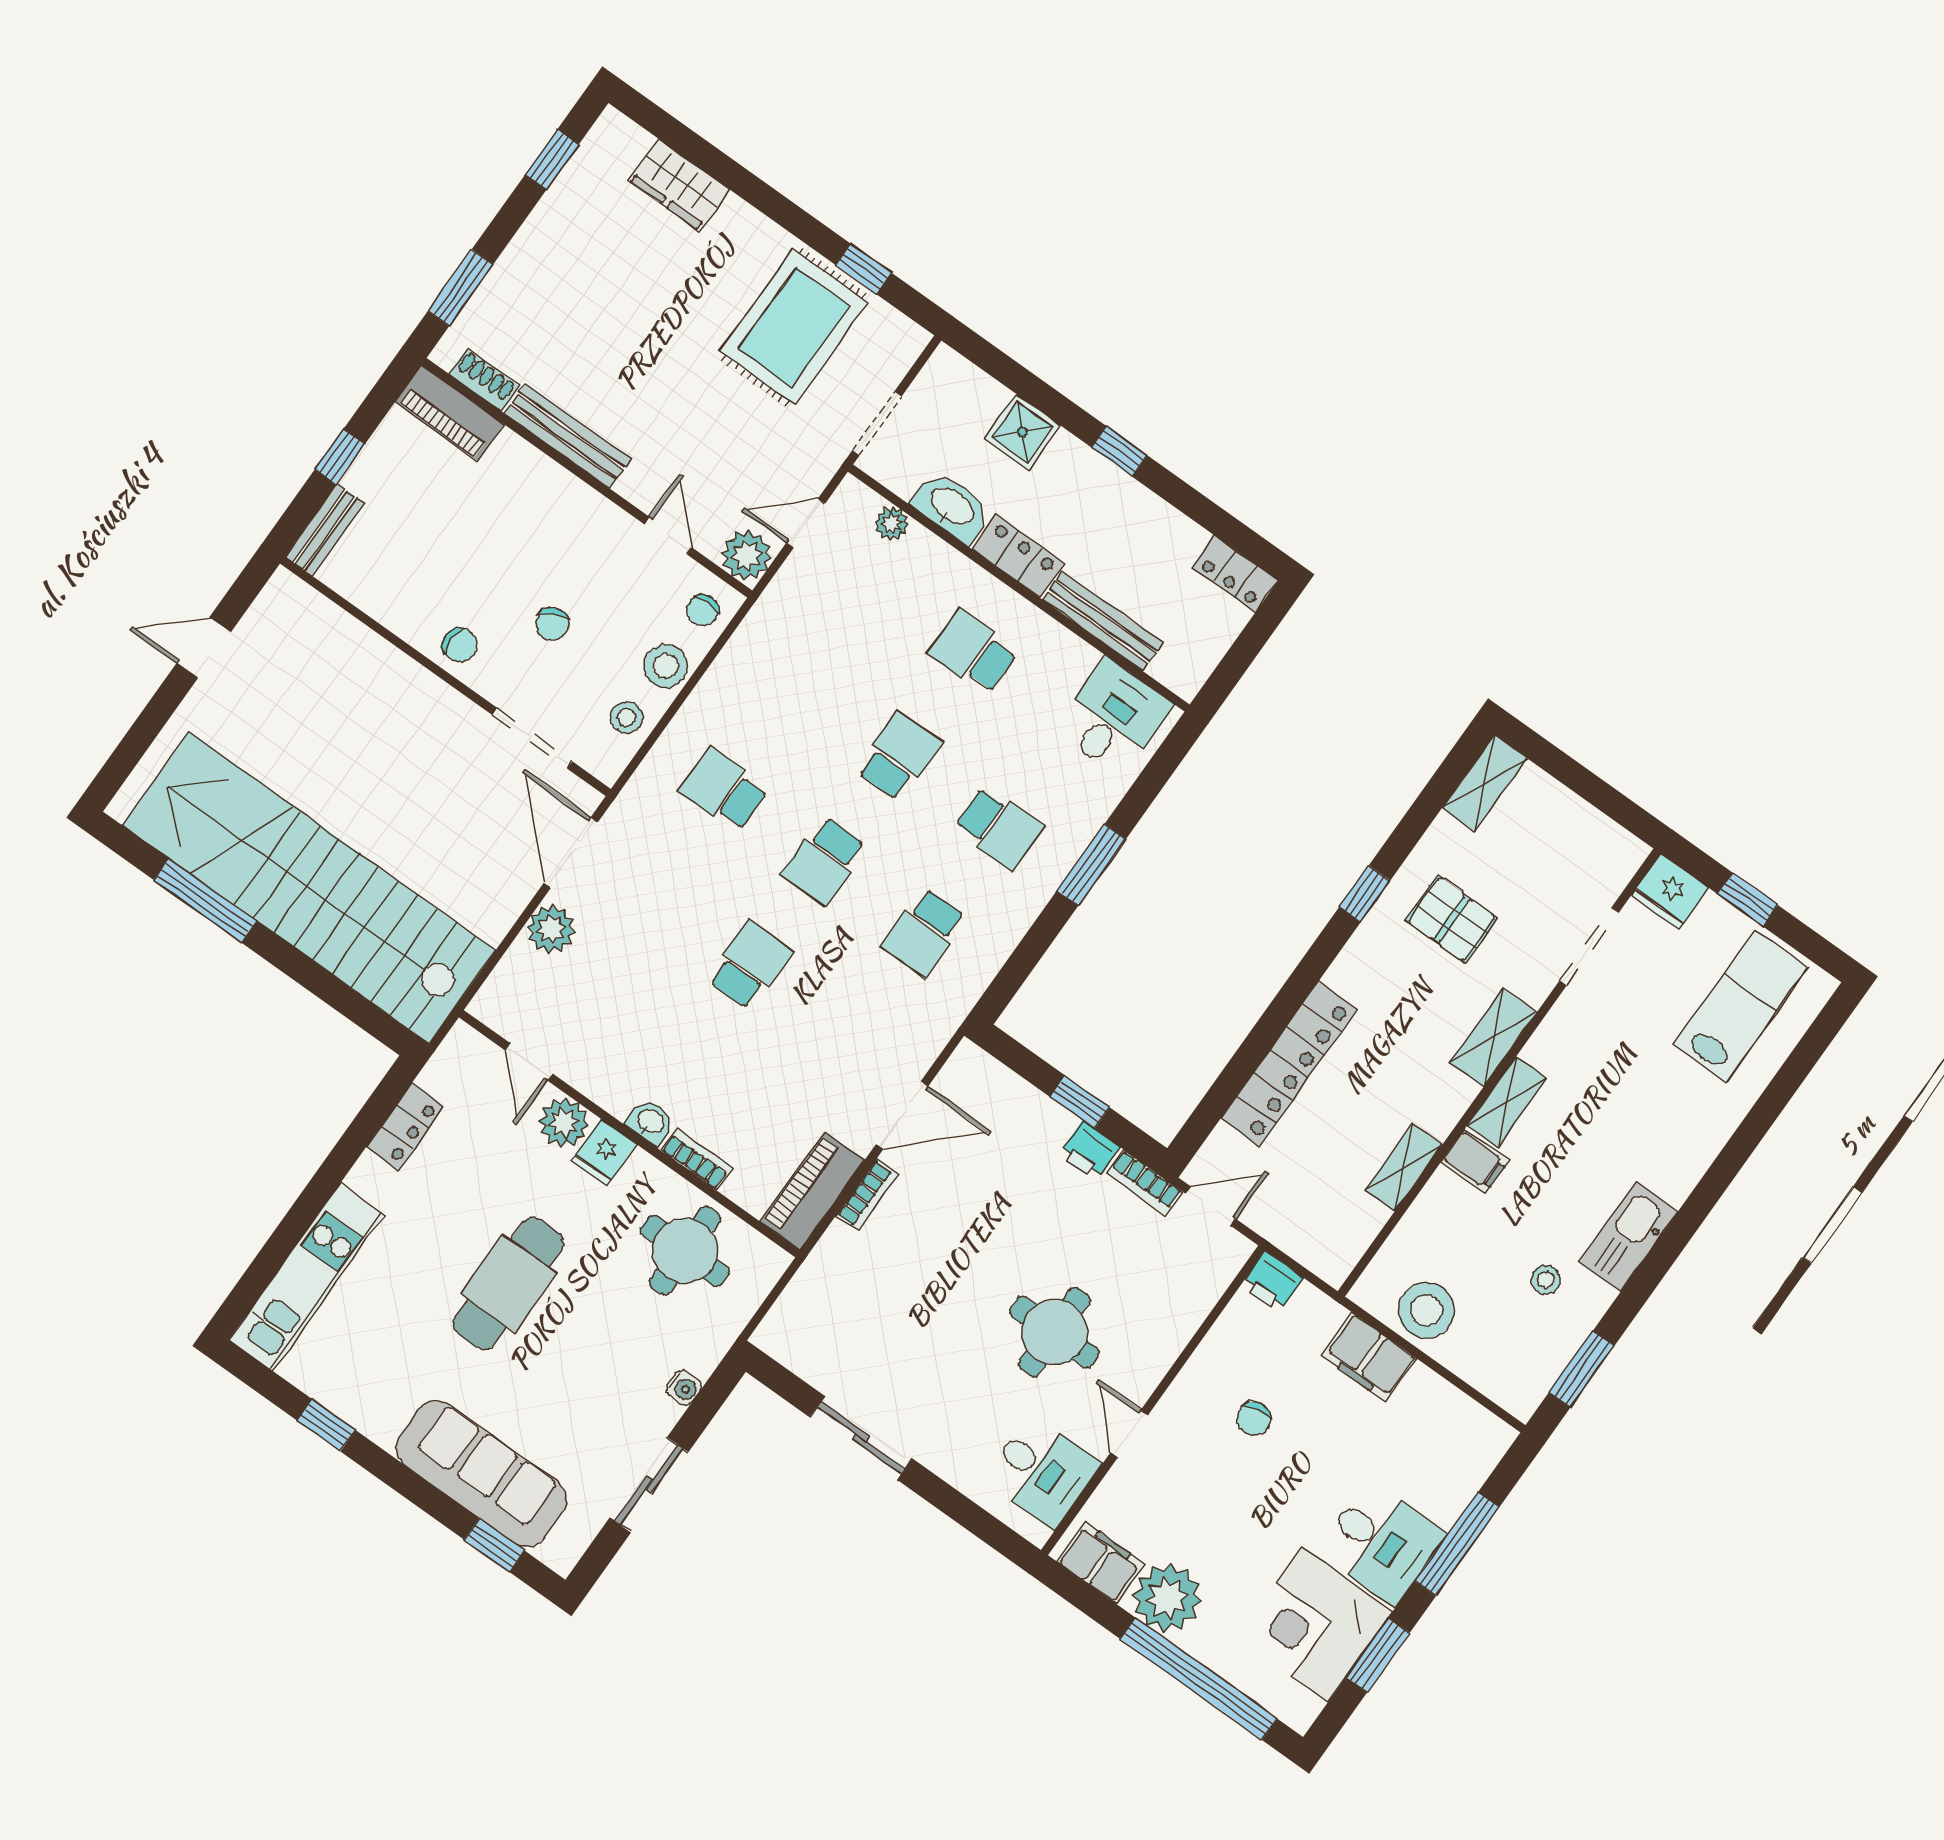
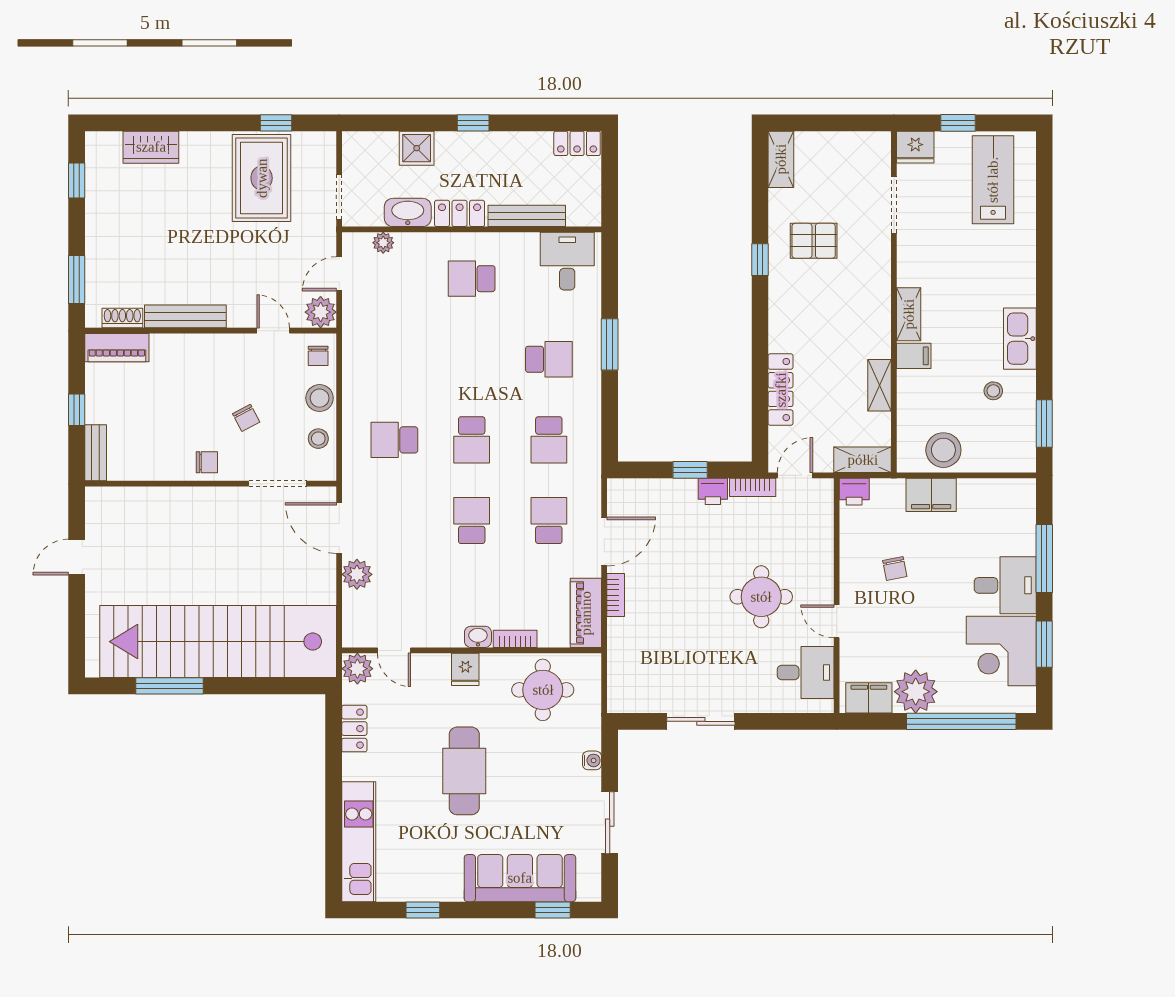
school desk: (899, 756) -> (549, 520), moved
shelving: (1494, 1037) -> (863, 460), moved, turned 90
locker: (1289, 1064) -> (781, 390), width x0.71, depth x0.83
plant: (564, 1123) -> (357, 669), moved

